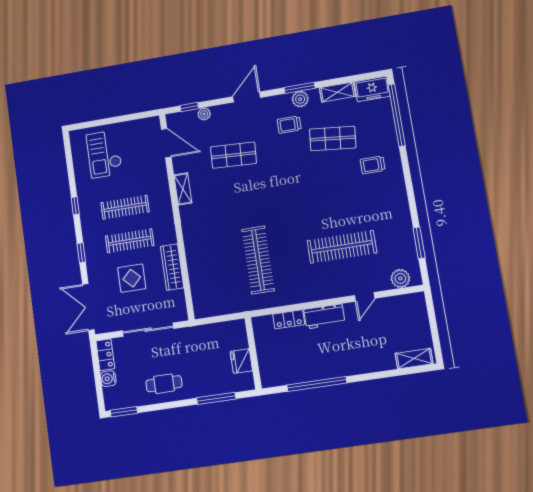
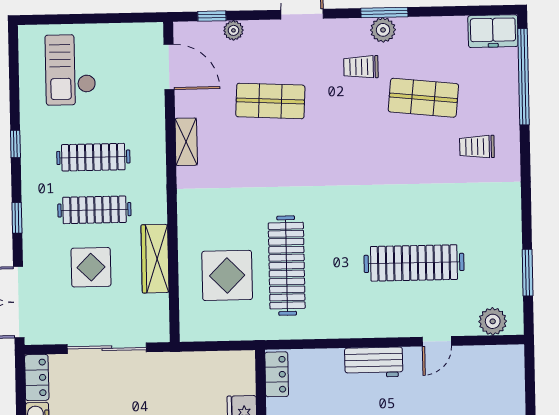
shelving: (337, 92) -> (440, 28), removed
display table: (220, 272) -> (227, 275), added
locker: (289, 319) -> (277, 374), moved, turned -90

